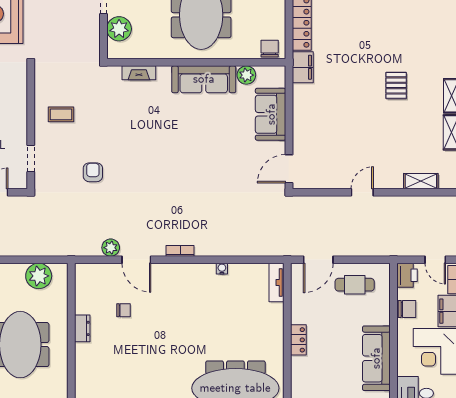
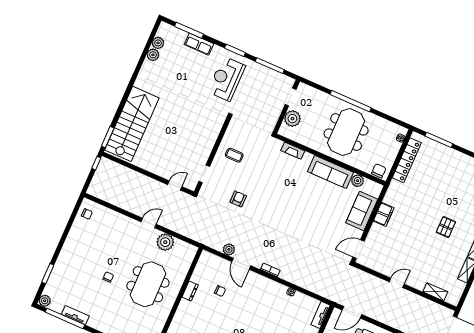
filing cabinet: (303, 67) -> (384, 214), moved
plant: (39, 276) -> (165, 242), moved

